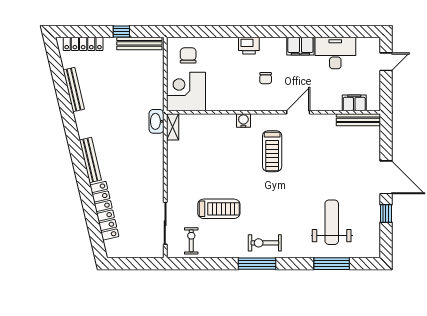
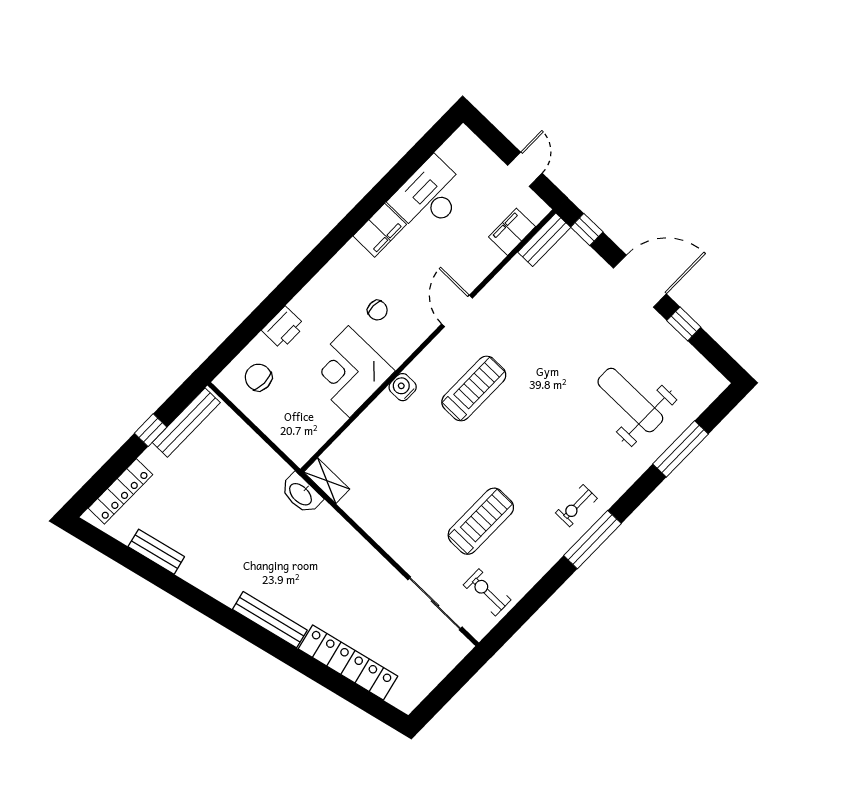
printer: (249, 46) -> (283, 328), moved
door: (386, 62) -> (525, 169), moved
bench: (74, 90) -> (156, 552), width x0.73
corner desk: (186, 91) -> (349, 372), moved
bench: (358, 120) -> (544, 240), width x0.73
window: (386, 134) -> (587, 229), added
treadmill: (272, 151) -> (474, 389), turned -90
exercise bike: (265, 243) -> (576, 506), width x0.73, depth x0.72

